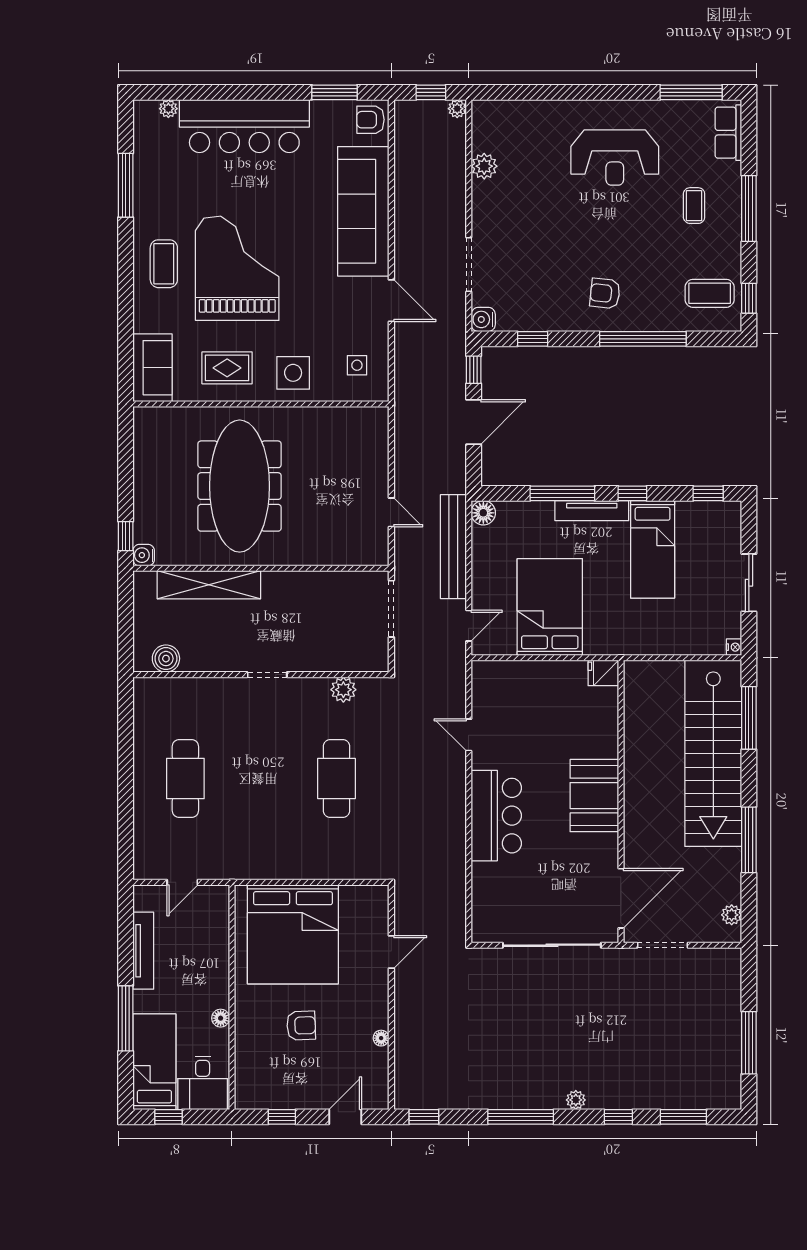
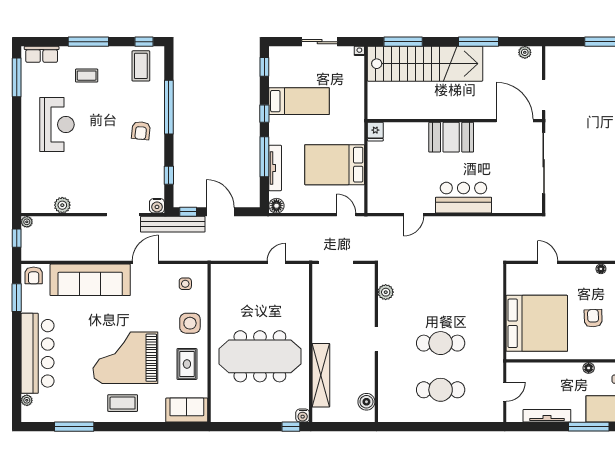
tv unit: (592, 511) -> (275, 168), moved
bench: (453, 547) -> (173, 224), moved
cafe table: (336, 779) -> (441, 343), moved
door: (182, 882) -> (505, 392), hinge flipped

